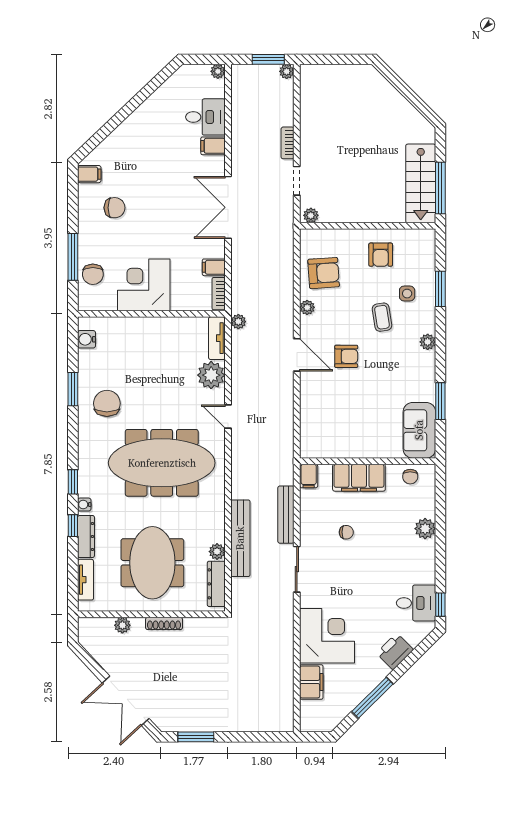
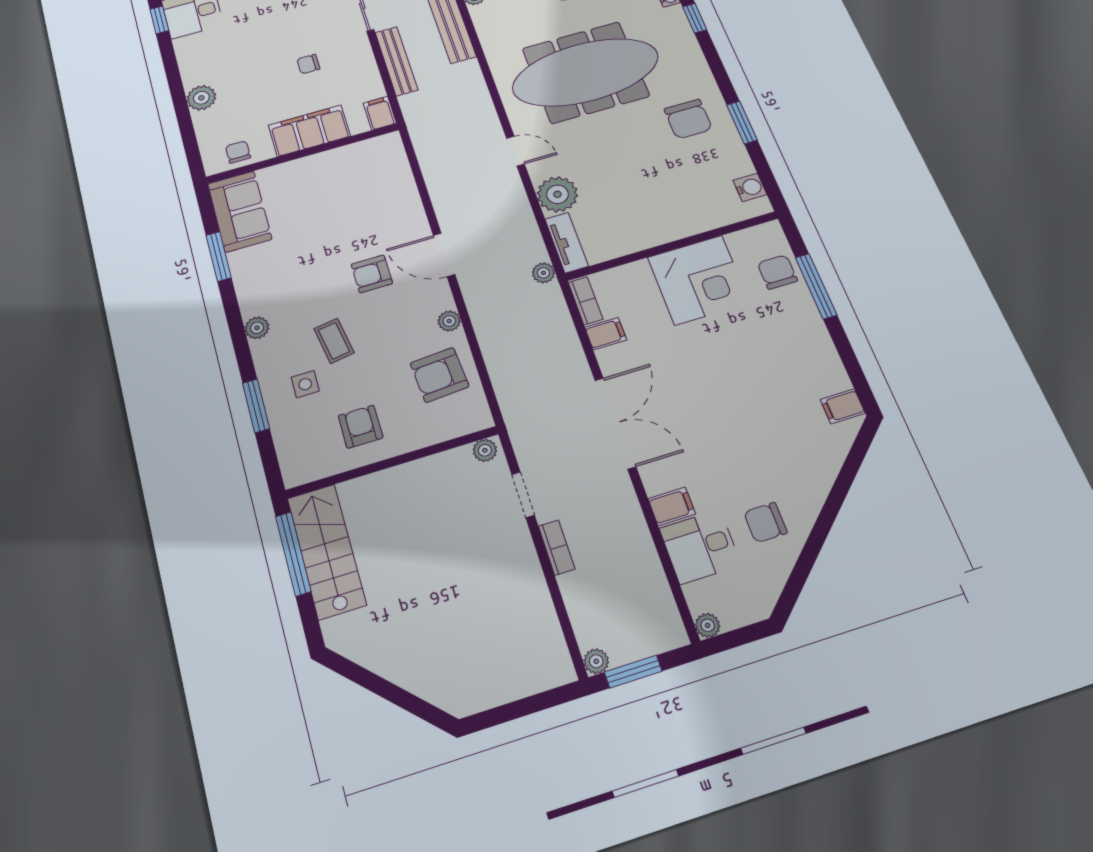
chair: (114, 208) -> (765, 522), moved

